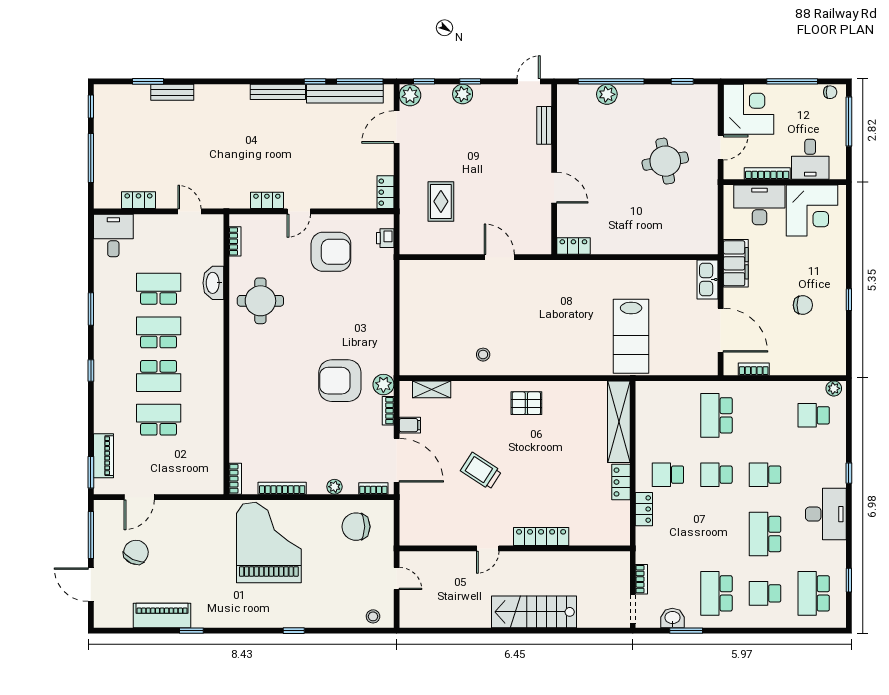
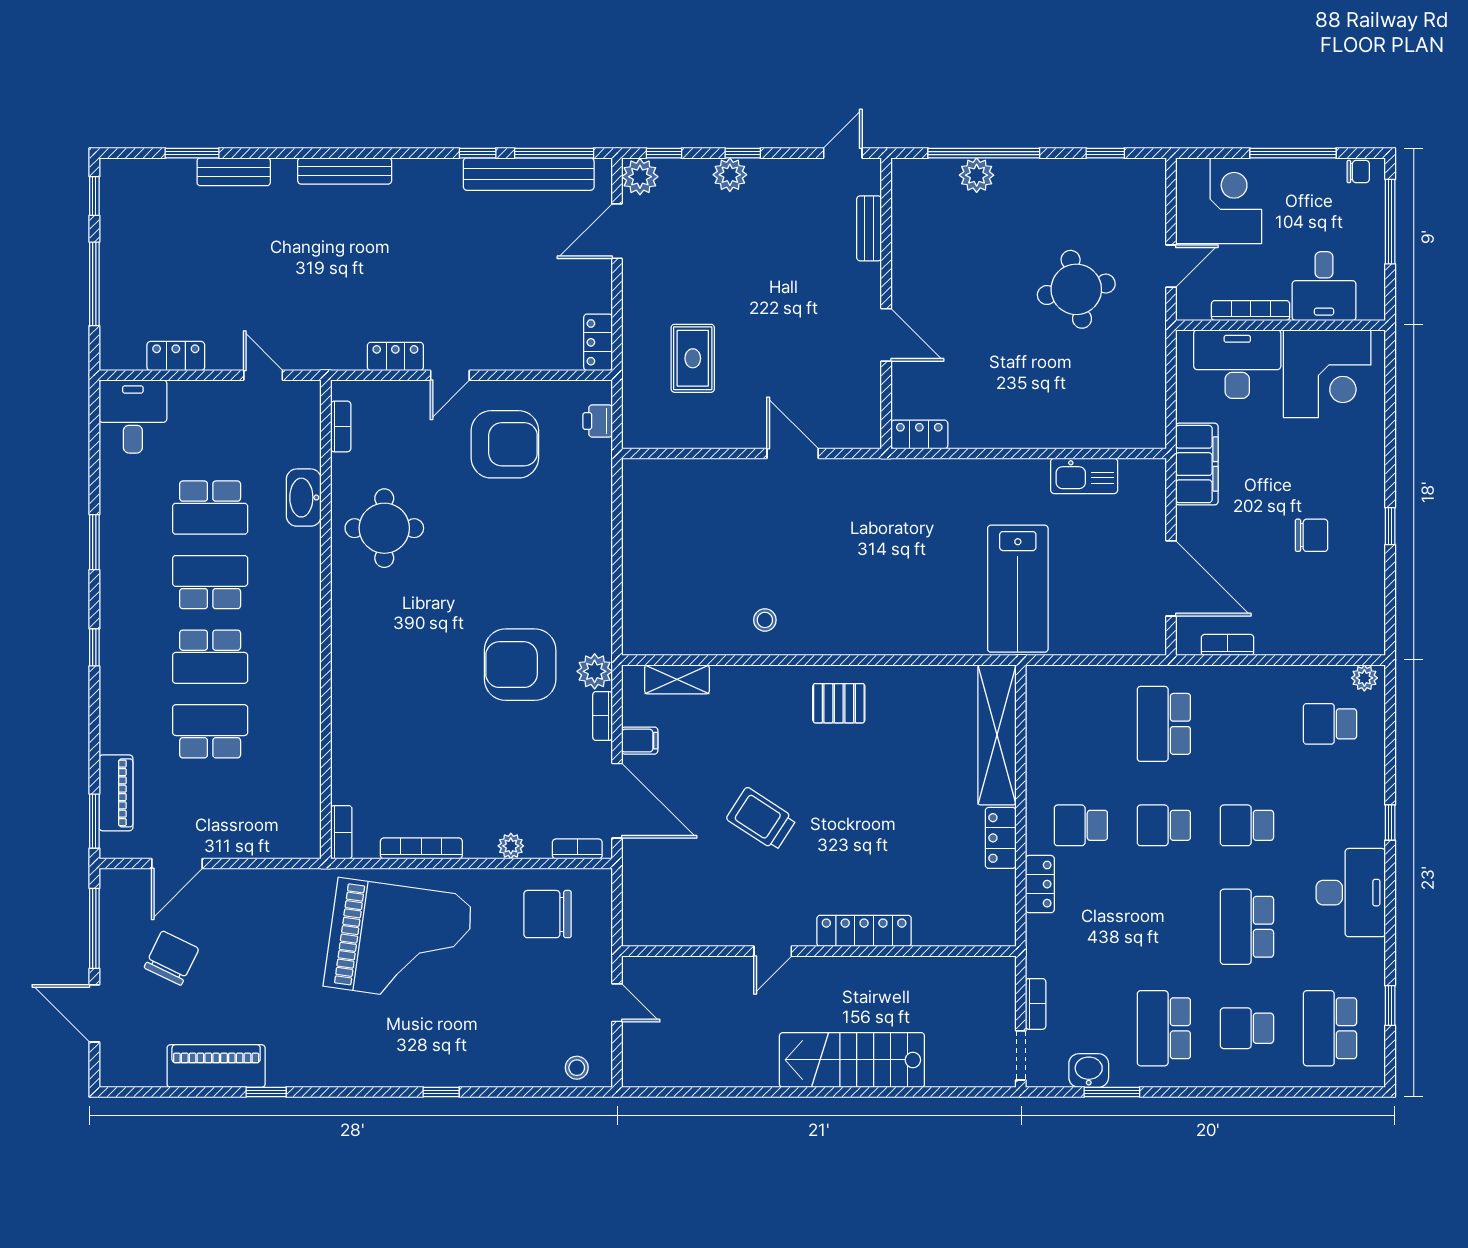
bench: (278, 92) -> (345, 171), moved
kitchen sink: (708, 279) -> (1084, 476), moved, turned -90
school desk: (159, 289) -> (210, 508), turned 180
grand piano: (269, 542) -> (399, 941), turned 98

